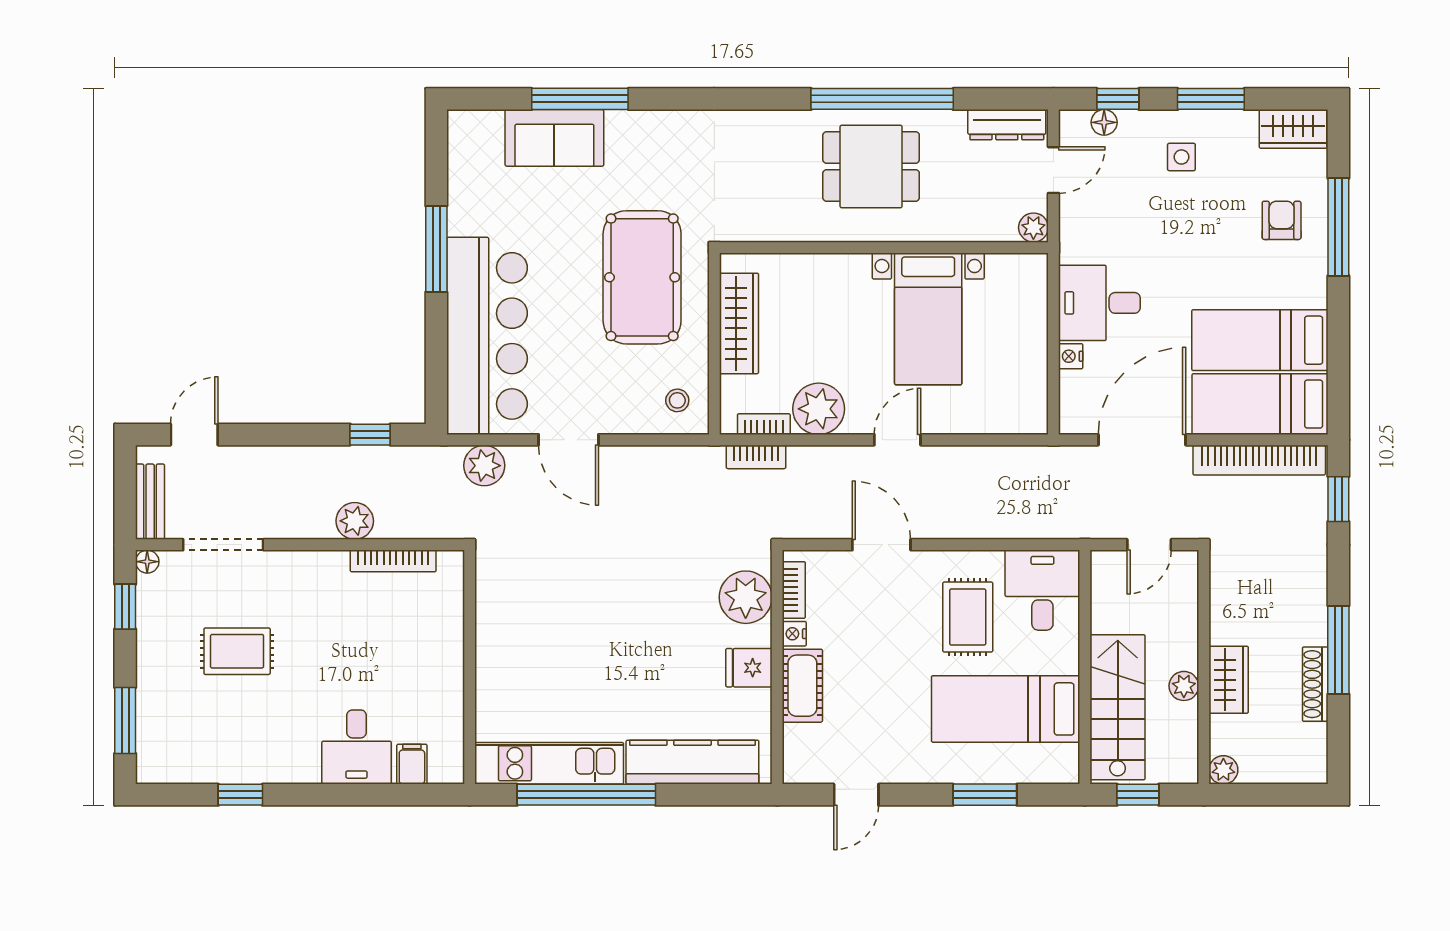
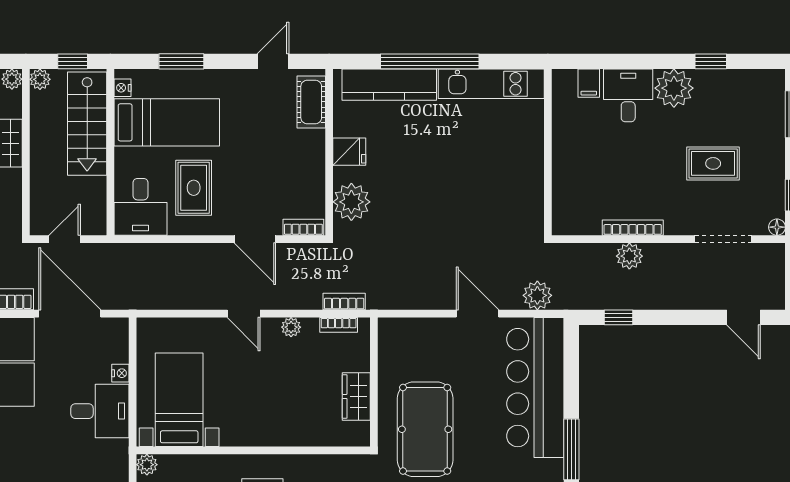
bed with nightstands: (928, 319) -> (179, 400), moved
wardrobe: (739, 323) -> (356, 396), width x0.67
stool: (677, 400) -> (400, 342), removed
plant: (819, 409) -> (291, 327), width x0.53, depth x0.53
door: (194, 435) -> (743, 317), hinge flipped
door: (897, 440) -> (244, 314), hinge flipped
door: (1142, 440) -> (70, 314), swing flipped
bench: (150, 502) -> (775, 270), removed
bookcase: (393, 561) -> (633, 228), moved
bookcase: (794, 590) -> (303, 227), moved, turned 90
nightstand: (794, 634) -> (122, 88), moved, turned 180
cot: (802, 686) -> (311, 102), moved
plant: (1184, 686) -> (40, 79), moved
plant: (292, 757) -> (674, 88), added
window: (586, 795) -> (430, 61), moved

